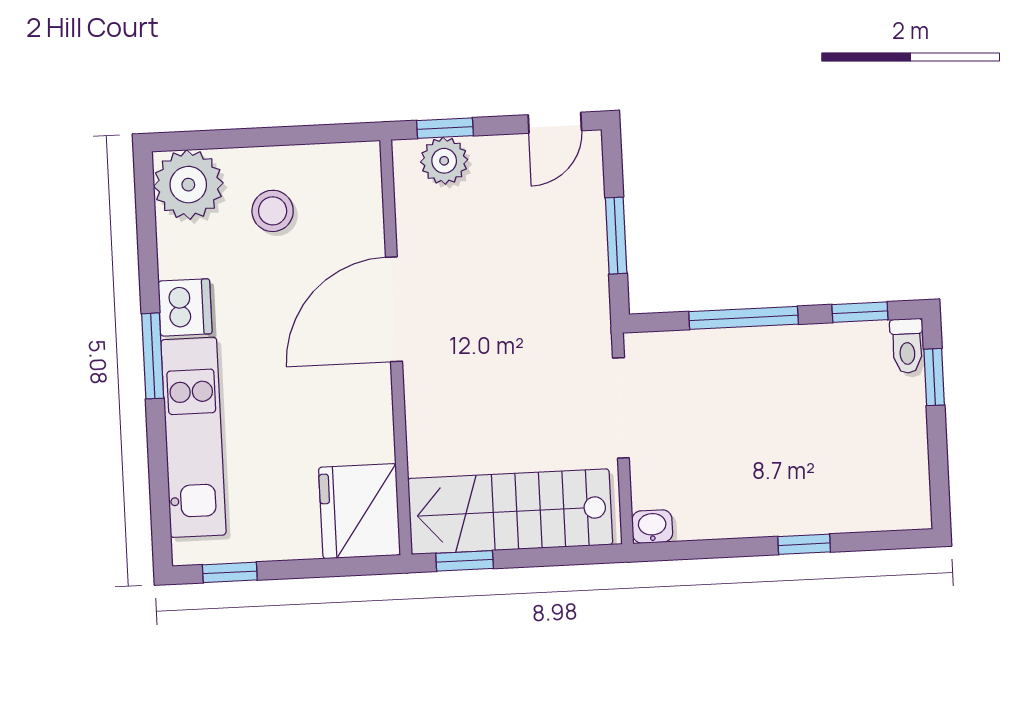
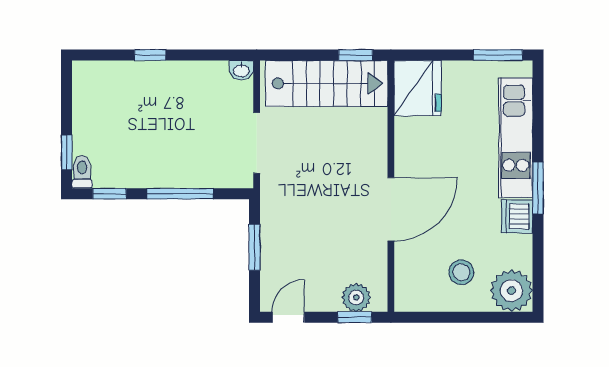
window: (230, 572) -> (498, 55), width x1.50

